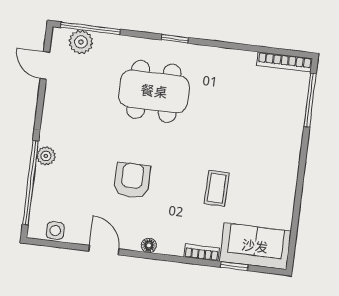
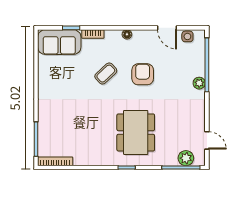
dining table: (154, 91) -> (136, 132), turned 90
armchair: (132, 180) -> (143, 74), turned 180
coffee table: (217, 188) -> (106, 74), moved, turned 46
door: (104, 250) -> (167, 28), moved

